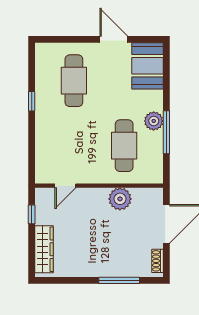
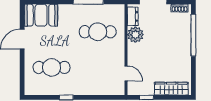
plant: (154, 121) -> (80, 11), removed
dresser: (146, 195) -> (133, 16), added
window: (119, 280) -> (193, 35), width x1.46

